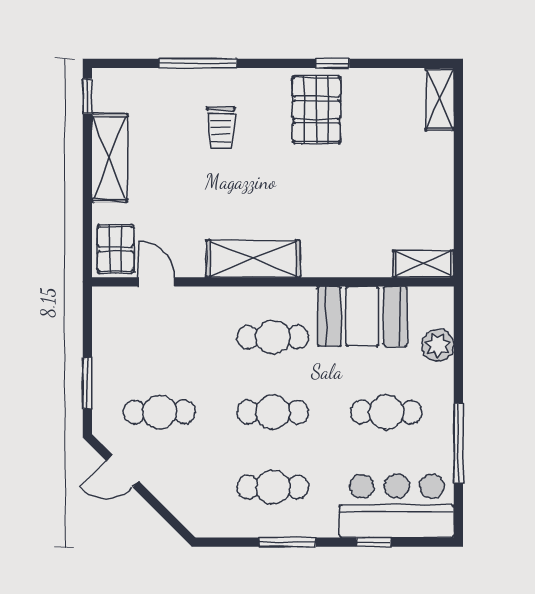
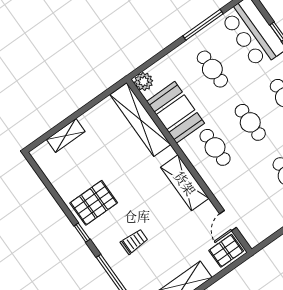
window: (332, 63) -> (82, 233), moved
shelving: (440, 99) -> (66, 135), moved
shelving: (423, 264) -> (140, 120), width x2.20, depth x1.33
plant: (438, 345) -> (144, 81), moved

